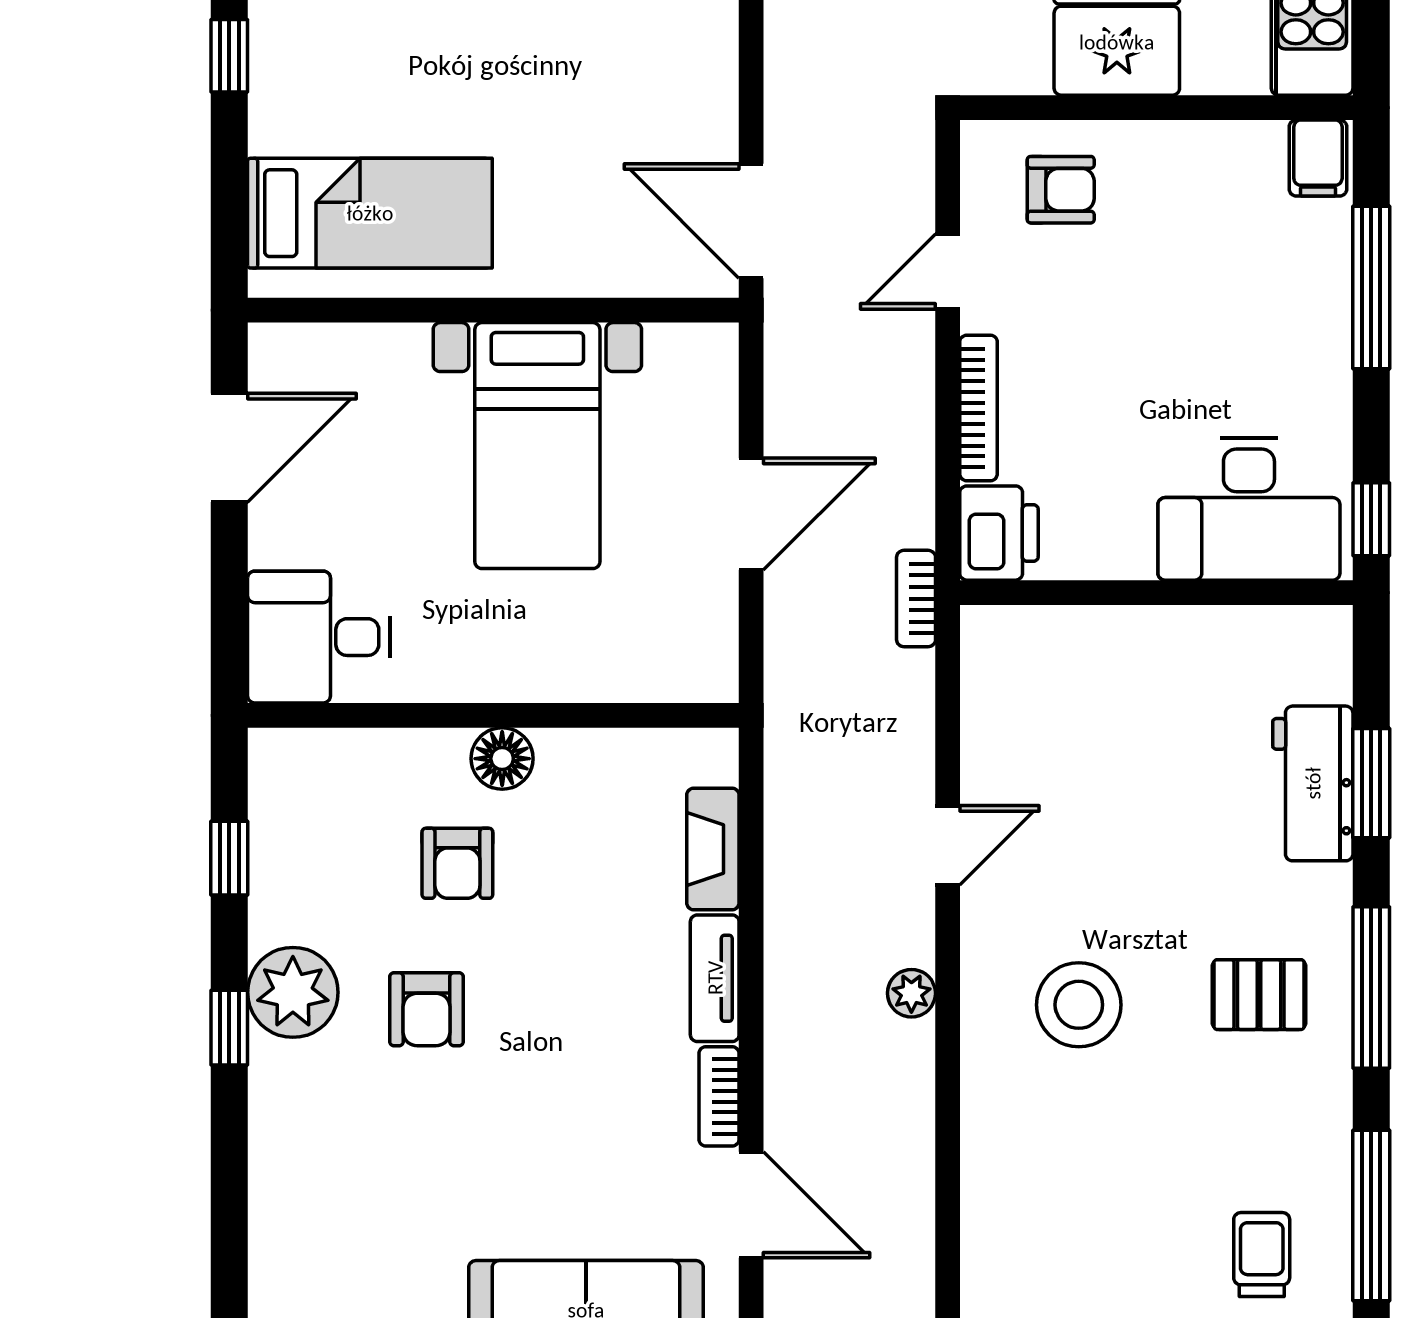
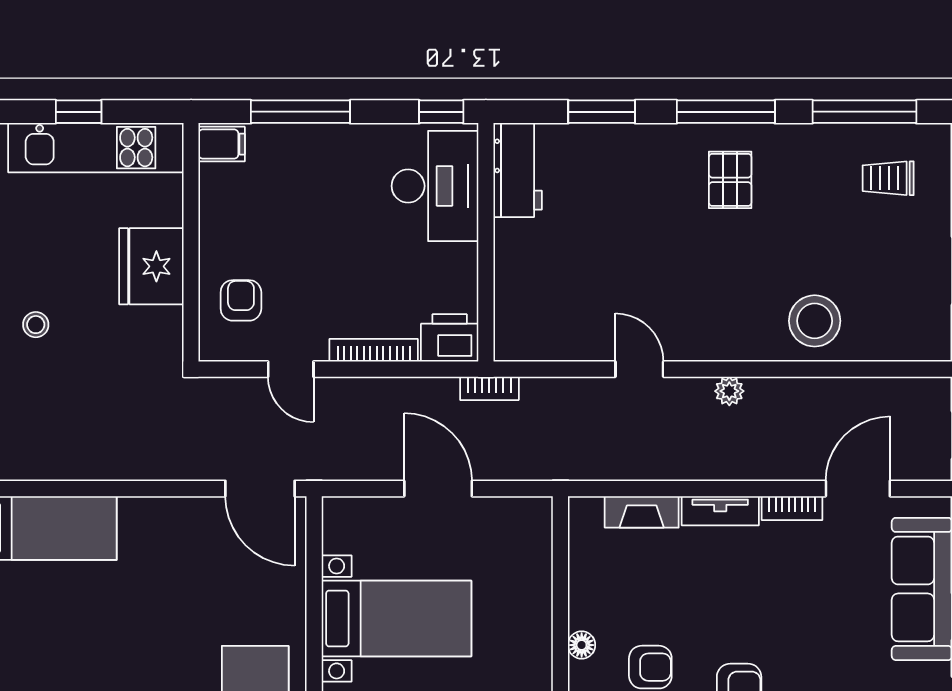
door: (751, 221) -> (260, 489), hinge flipped
floor lamp: (502, 759) -> (582, 645), width x0.73, depth x0.73
workbench: (1313, 783) -> (518, 170), moved, turned -90
stool: (1079, 1005) -> (815, 321), moved

